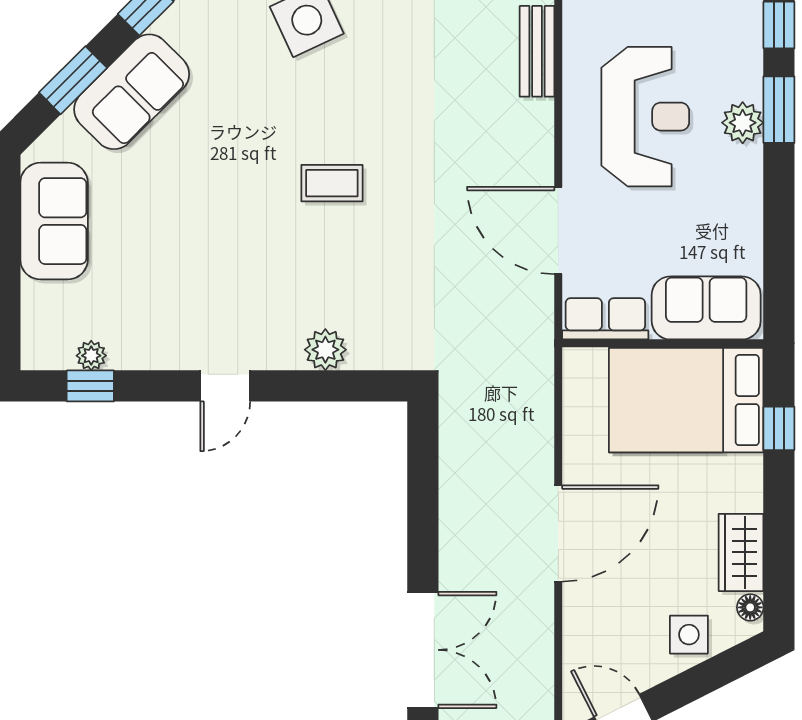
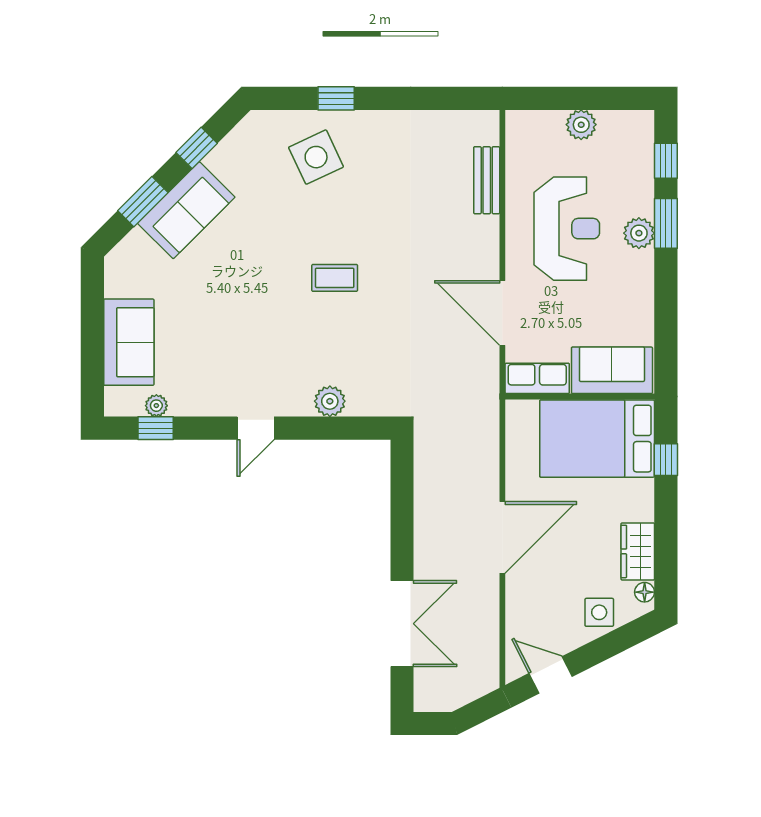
sofa: (54, 221) -> (129, 342), moved

